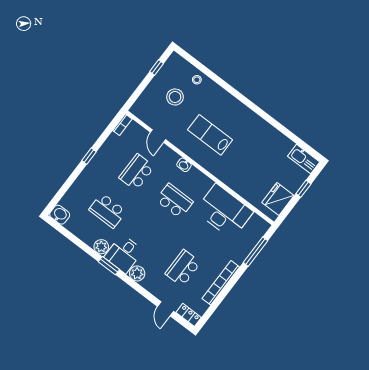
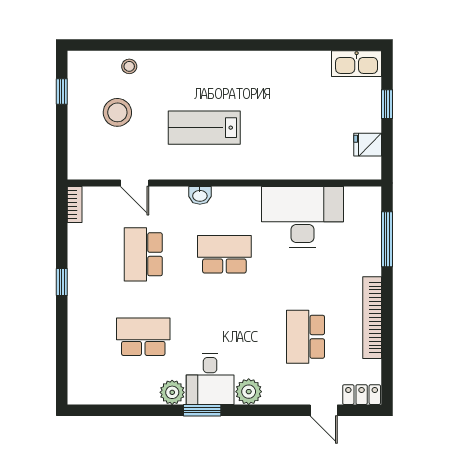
fridge: (278, 199) -> (368, 145), width x0.53, depth x0.75
school desk: (108, 211) -> (143, 337), turned 180
washbasin: (60, 215) -> (83, 392), removed

